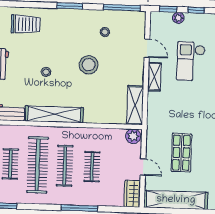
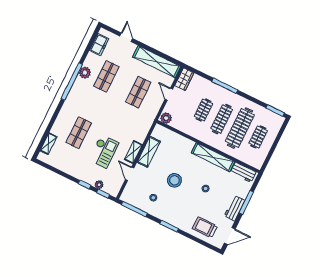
shelving: (135, 105) -> (149, 152), moved

